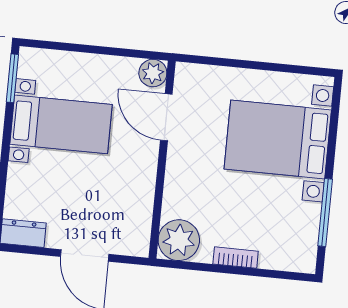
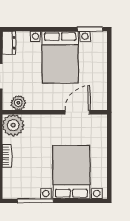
plant: (153, 73) -> (18, 103), moved
bed with nightstands: (61, 124) -> (60, 57), width x1.36

